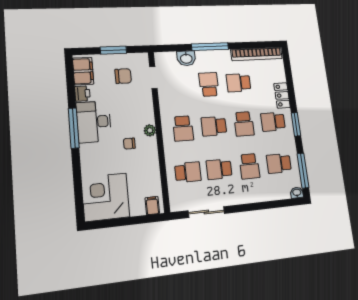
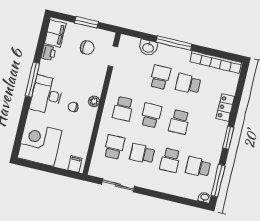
desk: (94, 122) -> (47, 95), moved
school desk: (273, 122) -> (207, 129), removed
school desk: (214, 126) -> (151, 115), turned 90
school desk: (188, 172) -> (114, 147), turned -90

